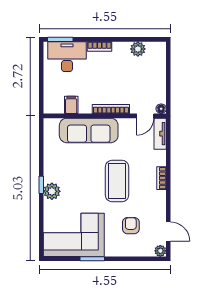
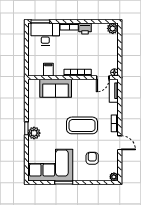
printer: (121, 49) -> (85, 29), added
plant: (138, 49) -> (113, 28), moved
sofa: (89, 130) -> (56, 88), width x0.73
coffee table: (117, 181) -> (82, 125), turned 90
door: (168, 232) -> (120, 143), moved

